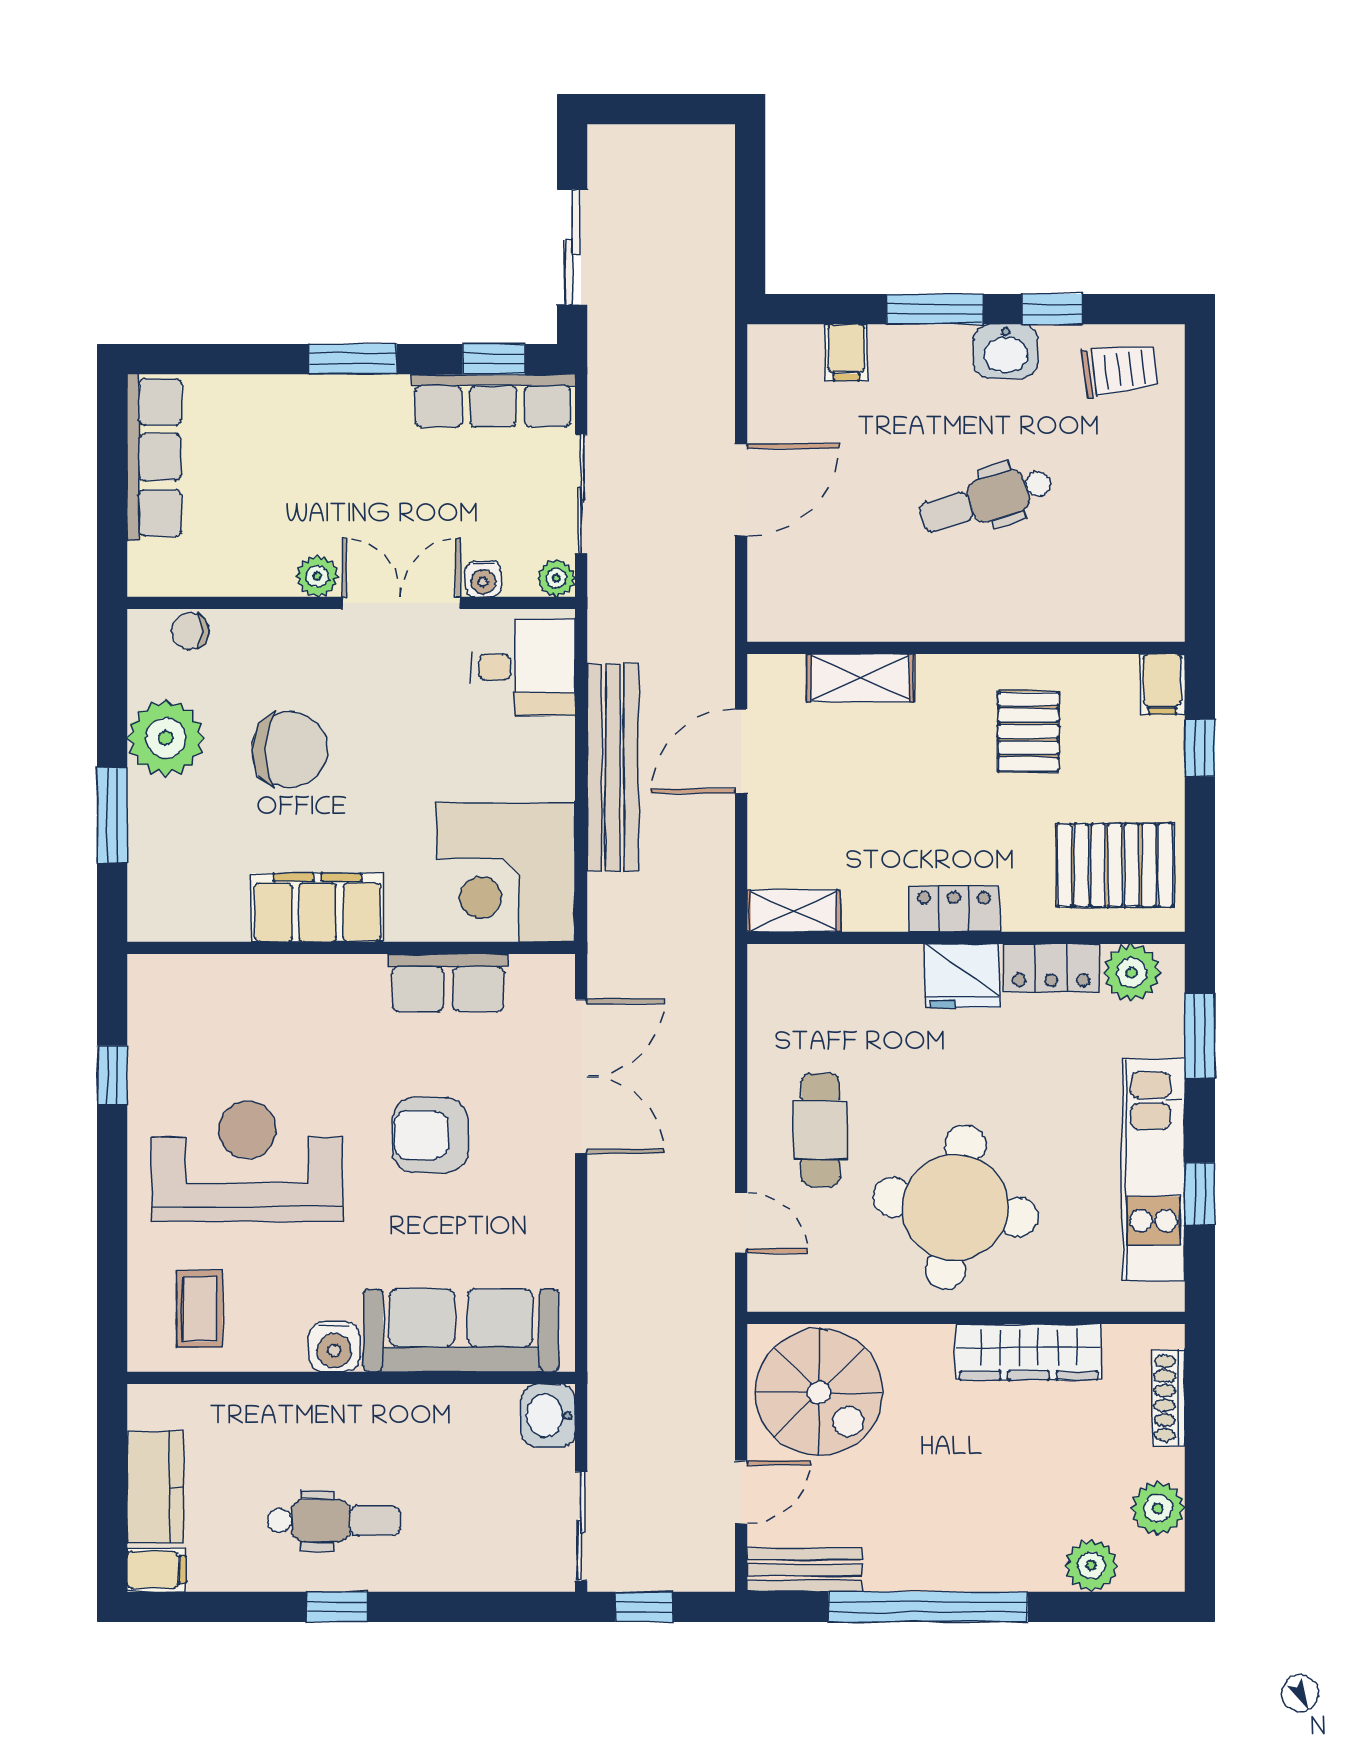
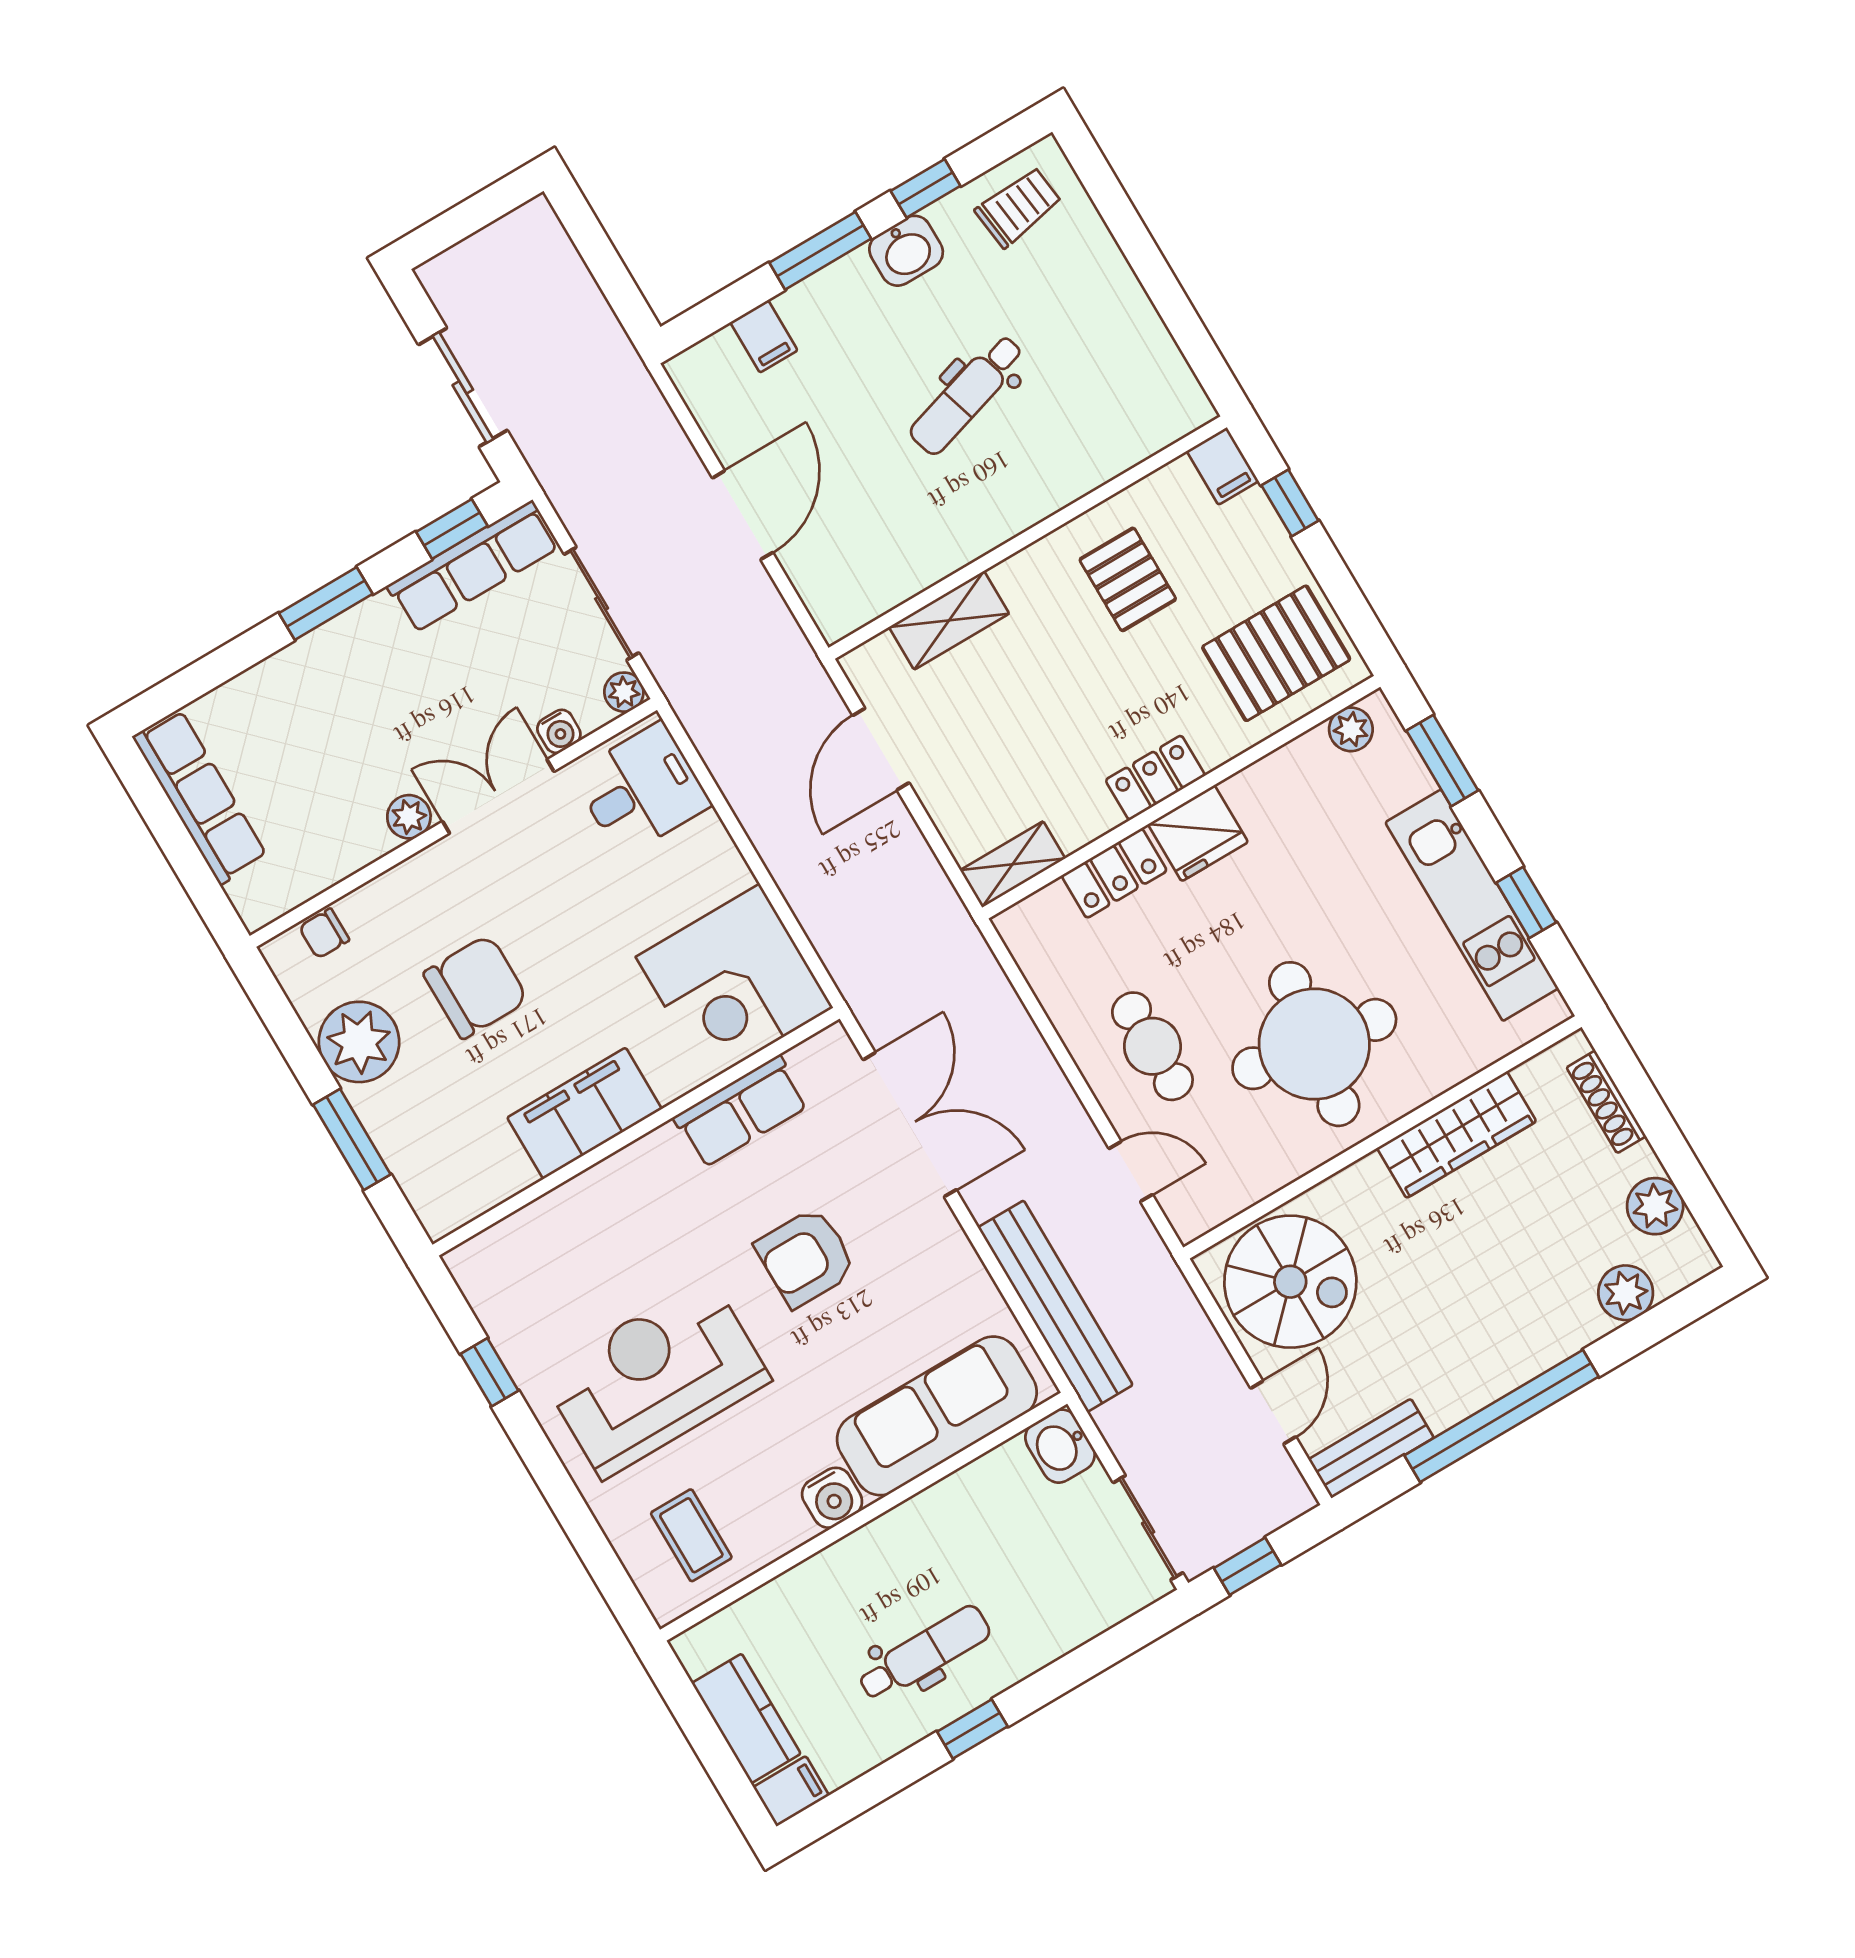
bench: (613, 767) -> (1055, 1306), moved
locker: (1051, 968) -> (1114, 873), moved
plant: (1132, 973) -> (1351, 729), width x0.73, depth x0.73

